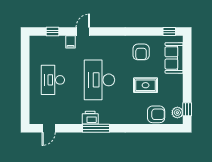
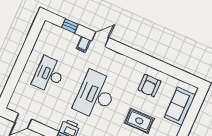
window: (169, 31) -> (187, 78), removed

